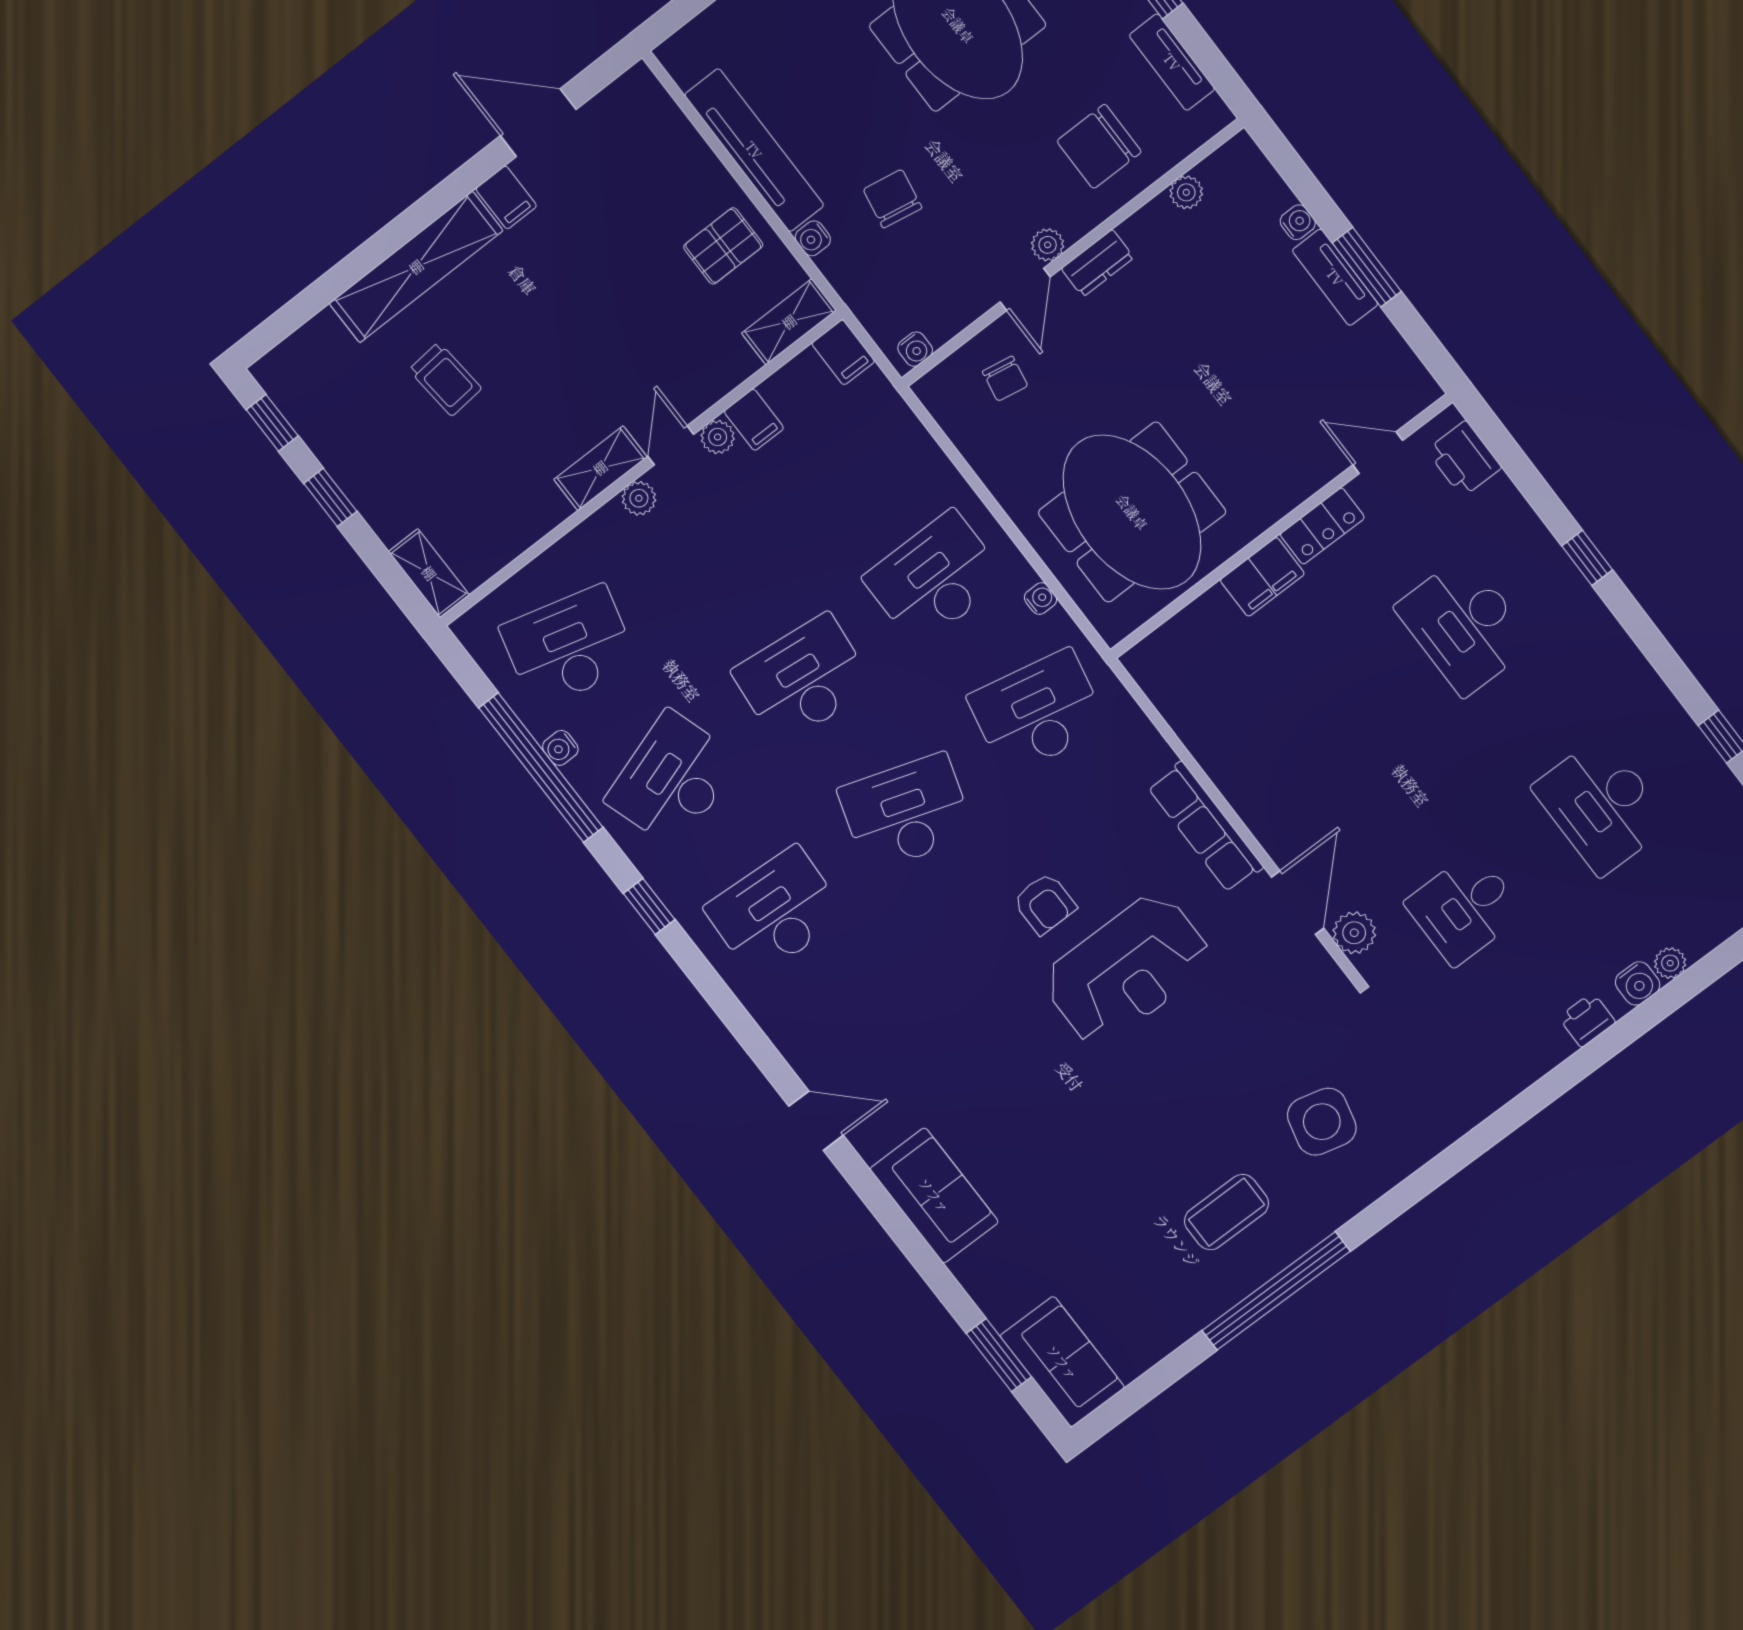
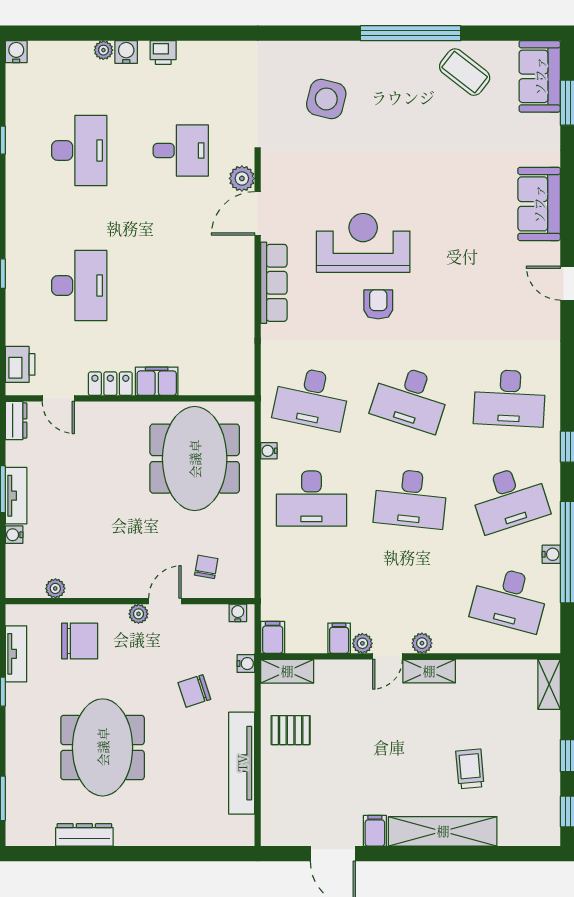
chair: (893, 199) -> (194, 691), turned 62
water cooler: (813, 238) -> (246, 664), moved
dresser: (1098, 263) -> (16, 420), moved, turned 90
coffee table: (1226, 1212) -> (465, 72), moved, turned 38

